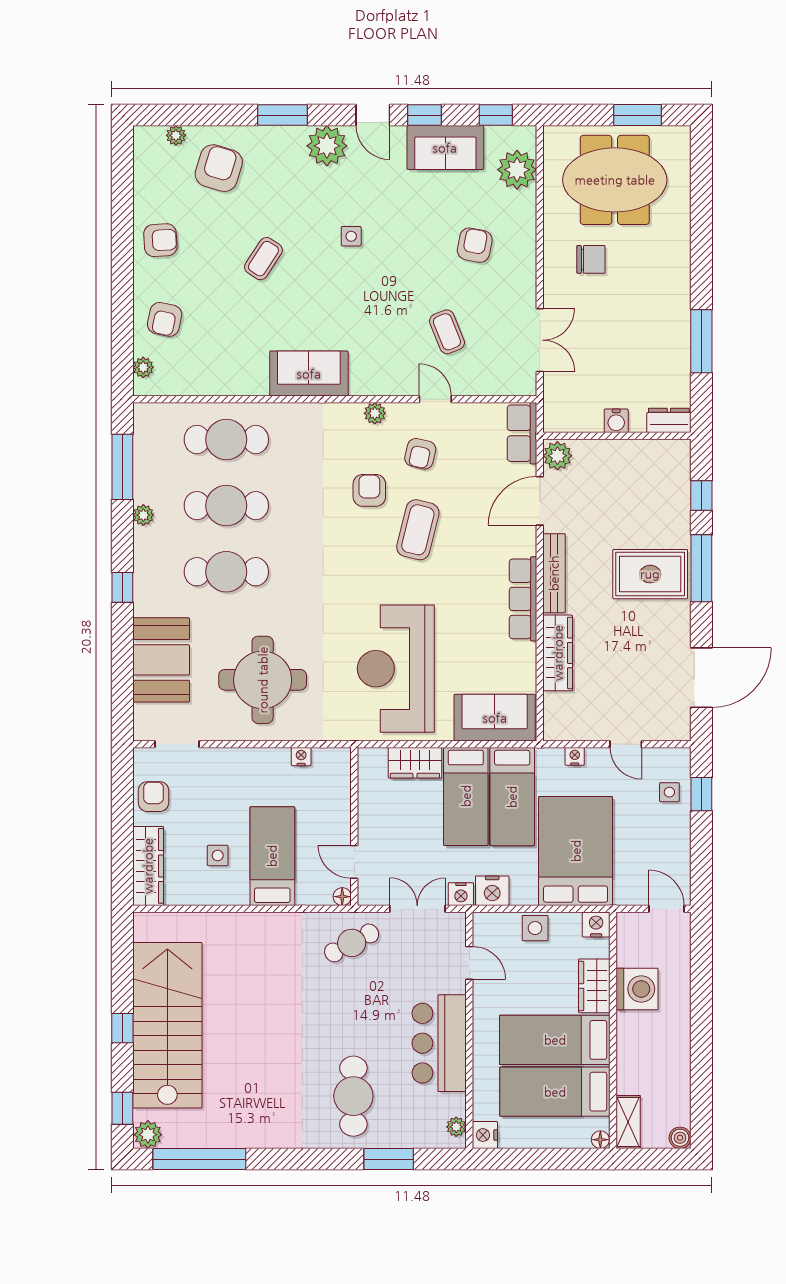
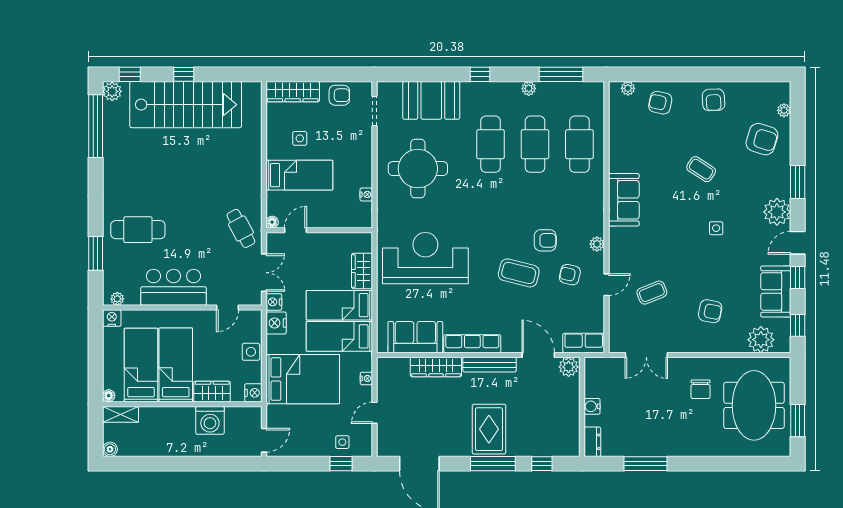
sofa: (495, 718) -> (415, 337), moved, turned -90

